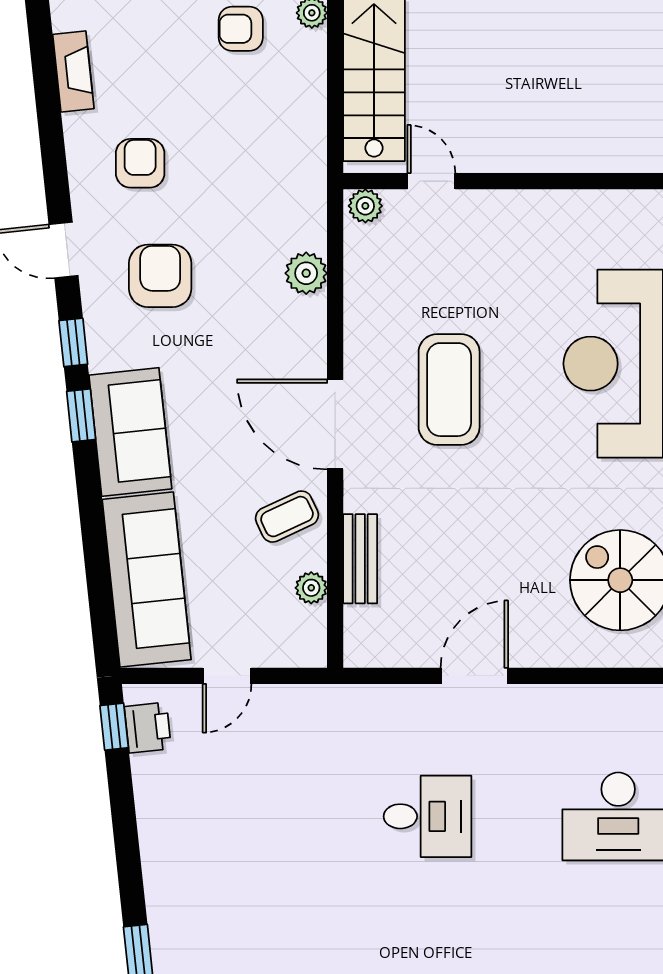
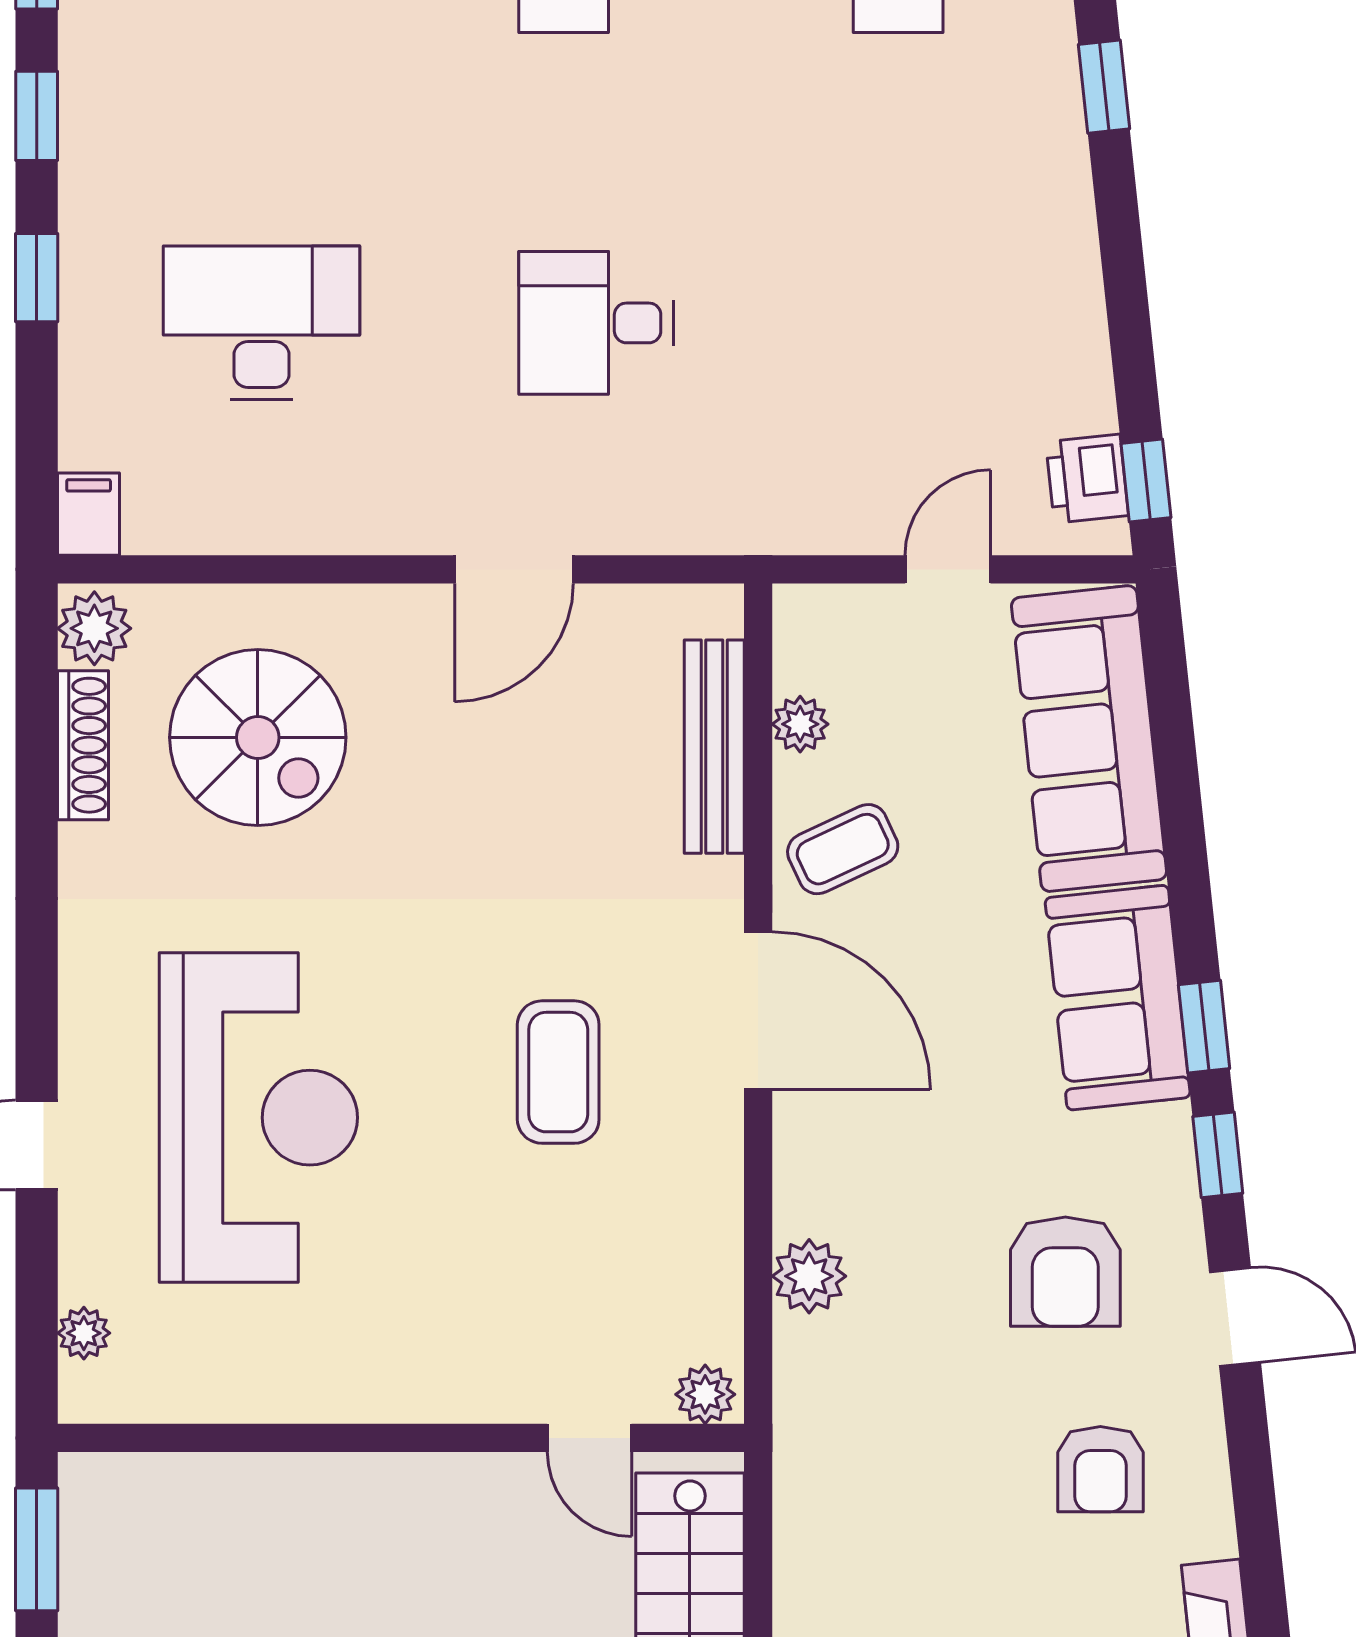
coffee table: (449, 390) -> (558, 1072), width x0.73, depth x0.76
bench: (360, 559) -> (714, 747), width x1.36

